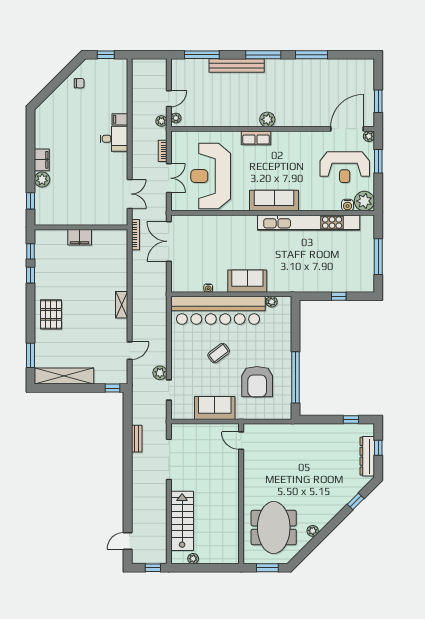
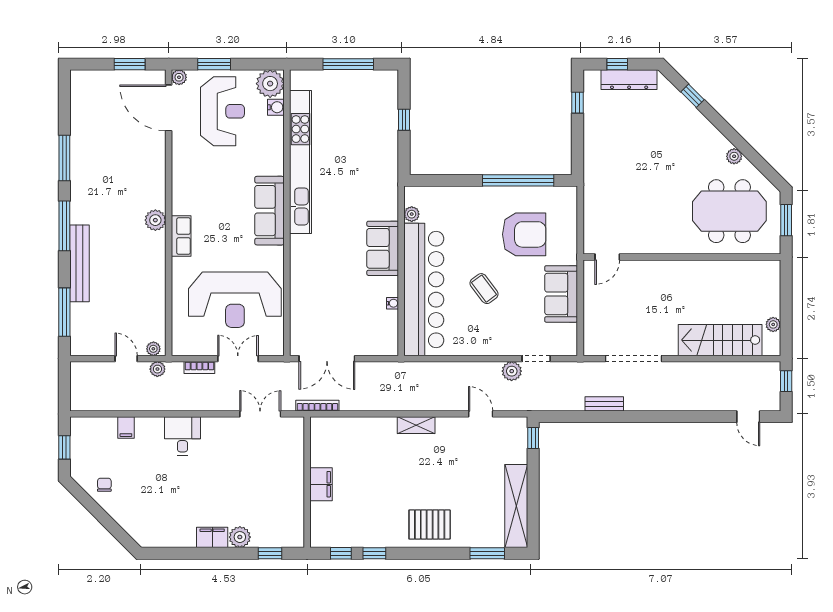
filing cabinet: (120, 119) -> (126, 427), moved

